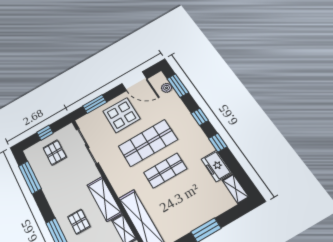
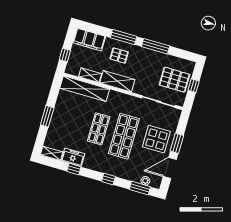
window: (95, 104) -> (177, 143), moved
window: (218, 143) -> (74, 169), moved
pallet: (55, 153) -> (174, 80), width x1.50, depth x1.42
window: (30, 177) -> (156, 46), moved

